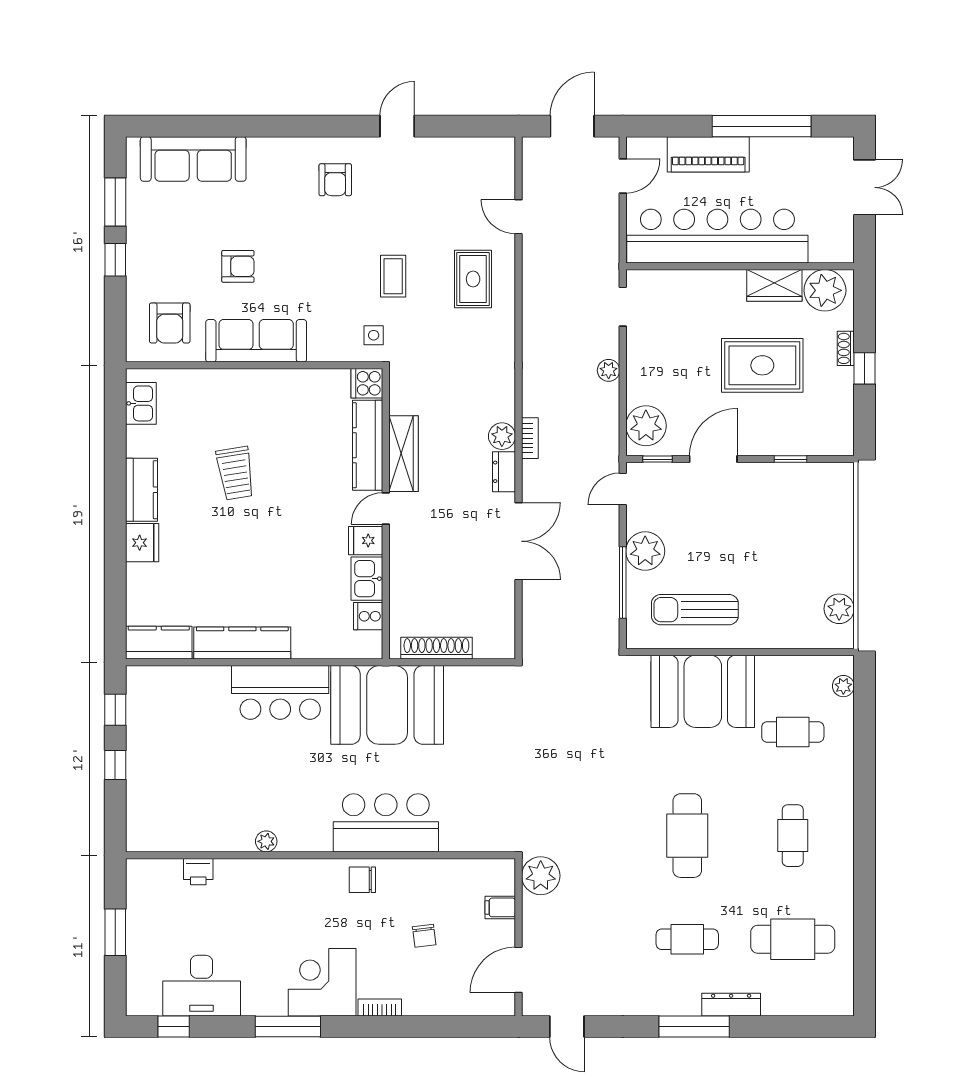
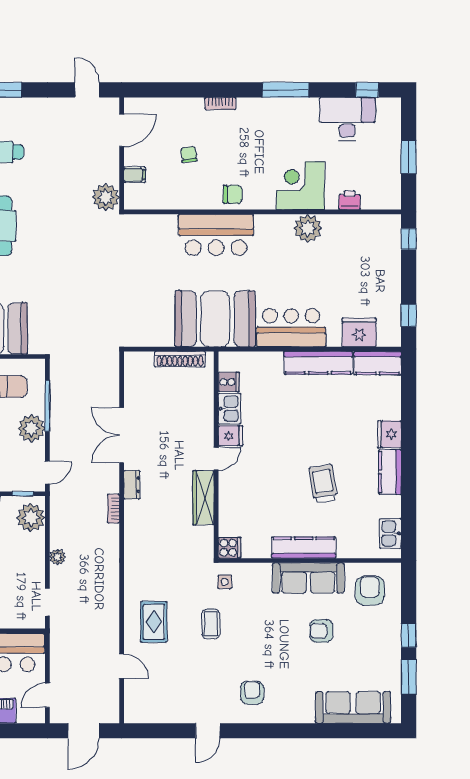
plant: (502, 436) -> (133, 510), removed
kitchen counter: (368, 445) -> (304, 548), moved, turned -90
fridge: (185, 686) -> (359, 332), added
window: (115, 765) -> (409, 239), moved
plant: (266, 841) -> (308, 228), width x1.88, depth x1.88
corner desk: (322, 982) -> (300, 186), moved, turned 180

